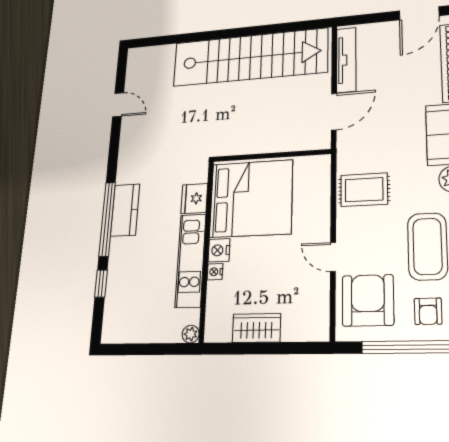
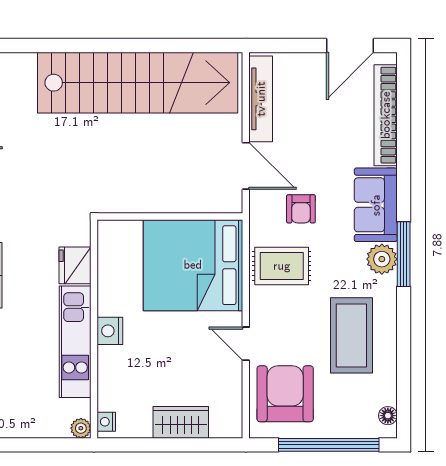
door: (334, 112) -> (246, 166), hinge flipped
bed: (251, 199) -> (193, 265), moved, turned 180
nightstand: (215, 272) -> (106, 422), moved
armchair: (428, 311) -> (301, 209), moved
wardrobe: (256, 328) -> (181, 422), moved

